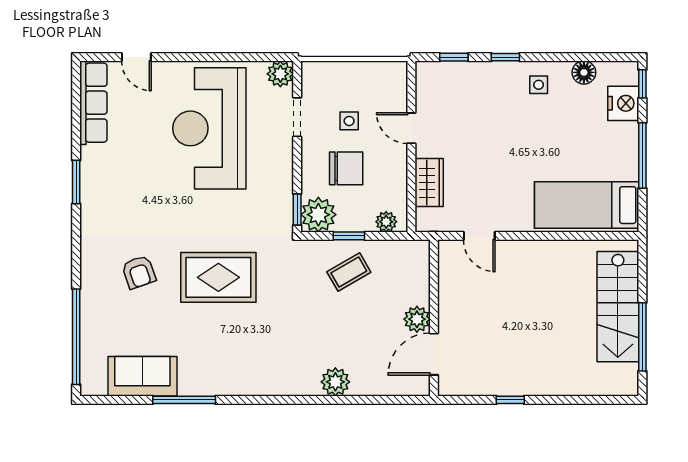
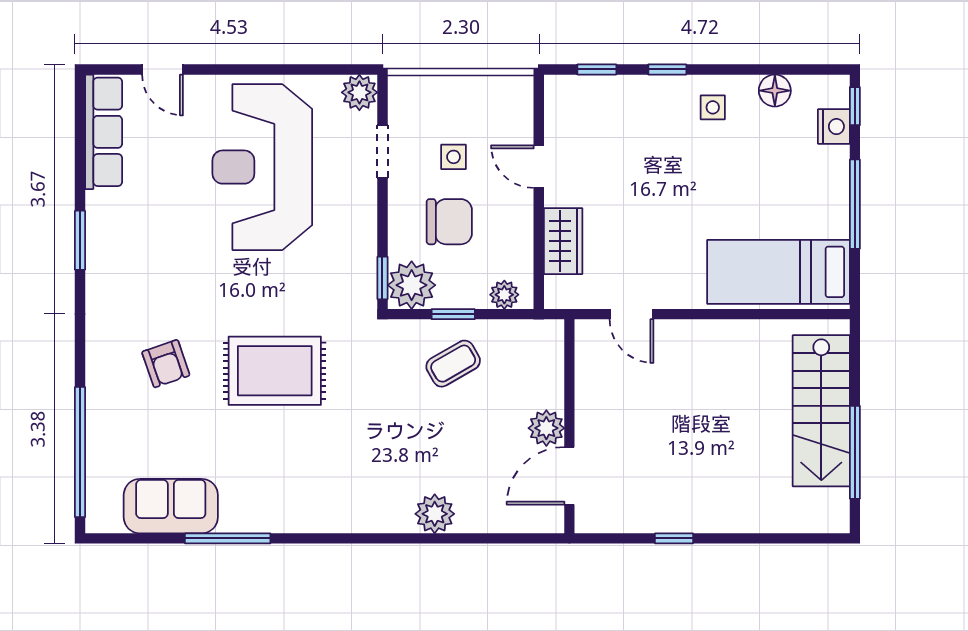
nightstand: (623, 103) -> (834, 127), width x0.74, depth x0.75

